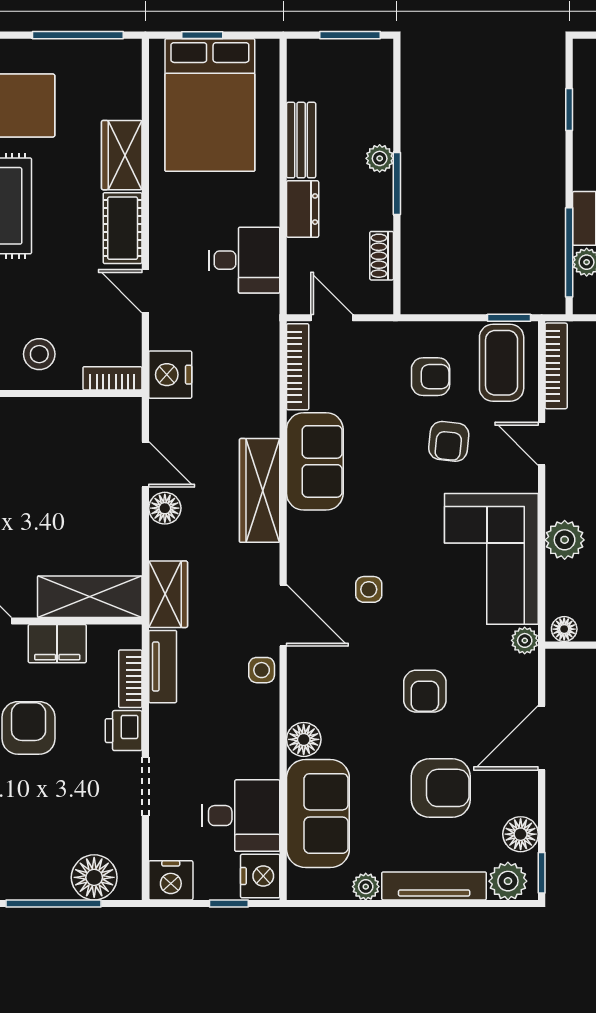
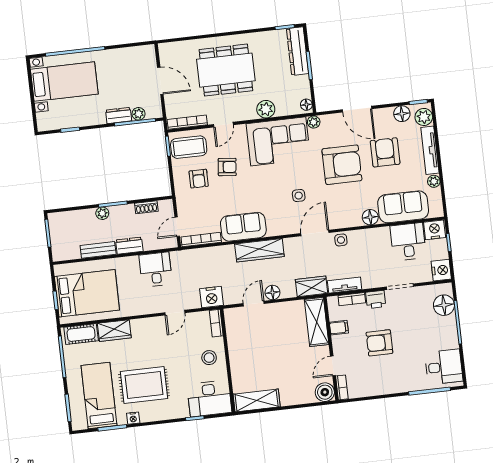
cot: (123, 228) -> (81, 334), moved
armchair: (431, 377) -> (199, 179), turned 180
filing cabinet: (57, 644) -> (339, 328), width x0.50
armchair: (425, 691) -> (342, 165), width x1.88, depth x1.88

